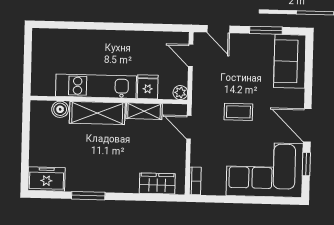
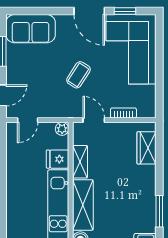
coffee table: (238, 112) -> (78, 75), turned 33
door: (307, 125) -> (89, 11), hinge flipped
door: (189, 127) -> (94, 120), swing flipped
bookcase: (195, 181) -> (123, 113), moved

